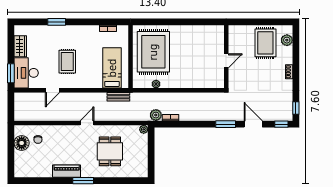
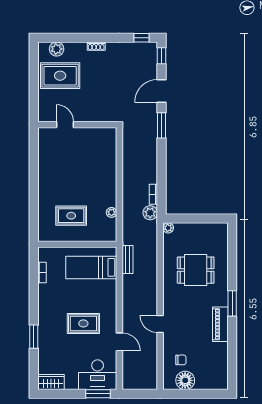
wardrobe: (20, 46) -> (51, 382), moved
rug: (153, 52) -> (71, 216), width x0.54, depth x0.49
door: (226, 61) -> (65, 125), moved
door: (87, 123) -> (160, 324), moved

